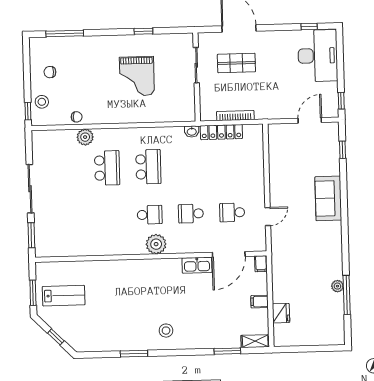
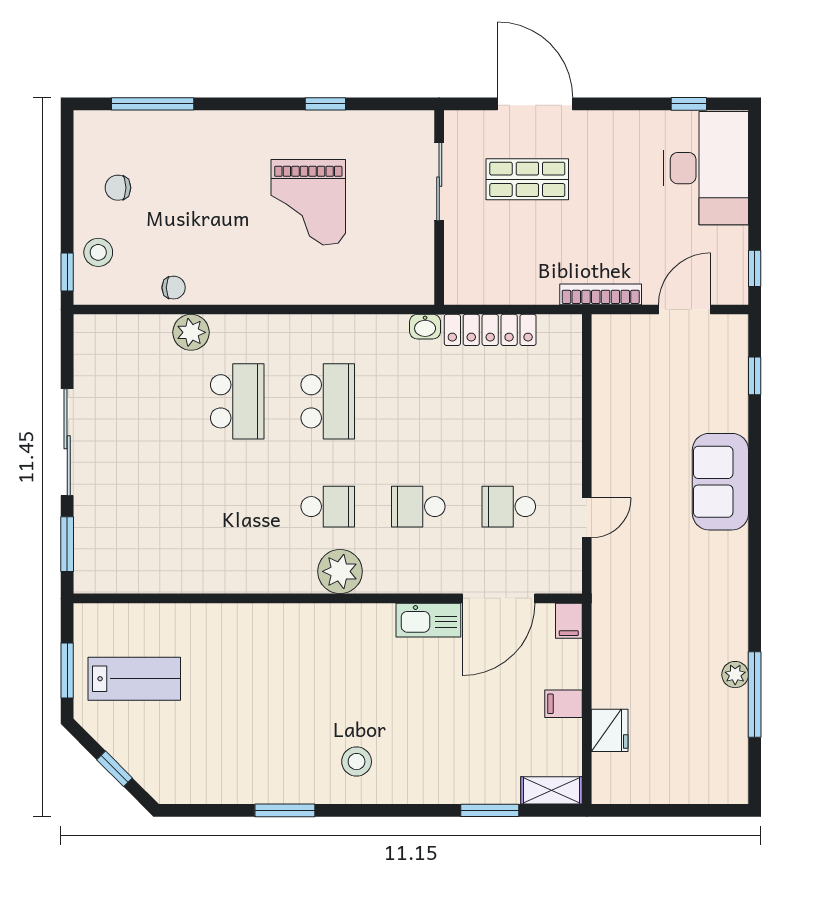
bookcase: (235, 116) -> (601, 294), moved

